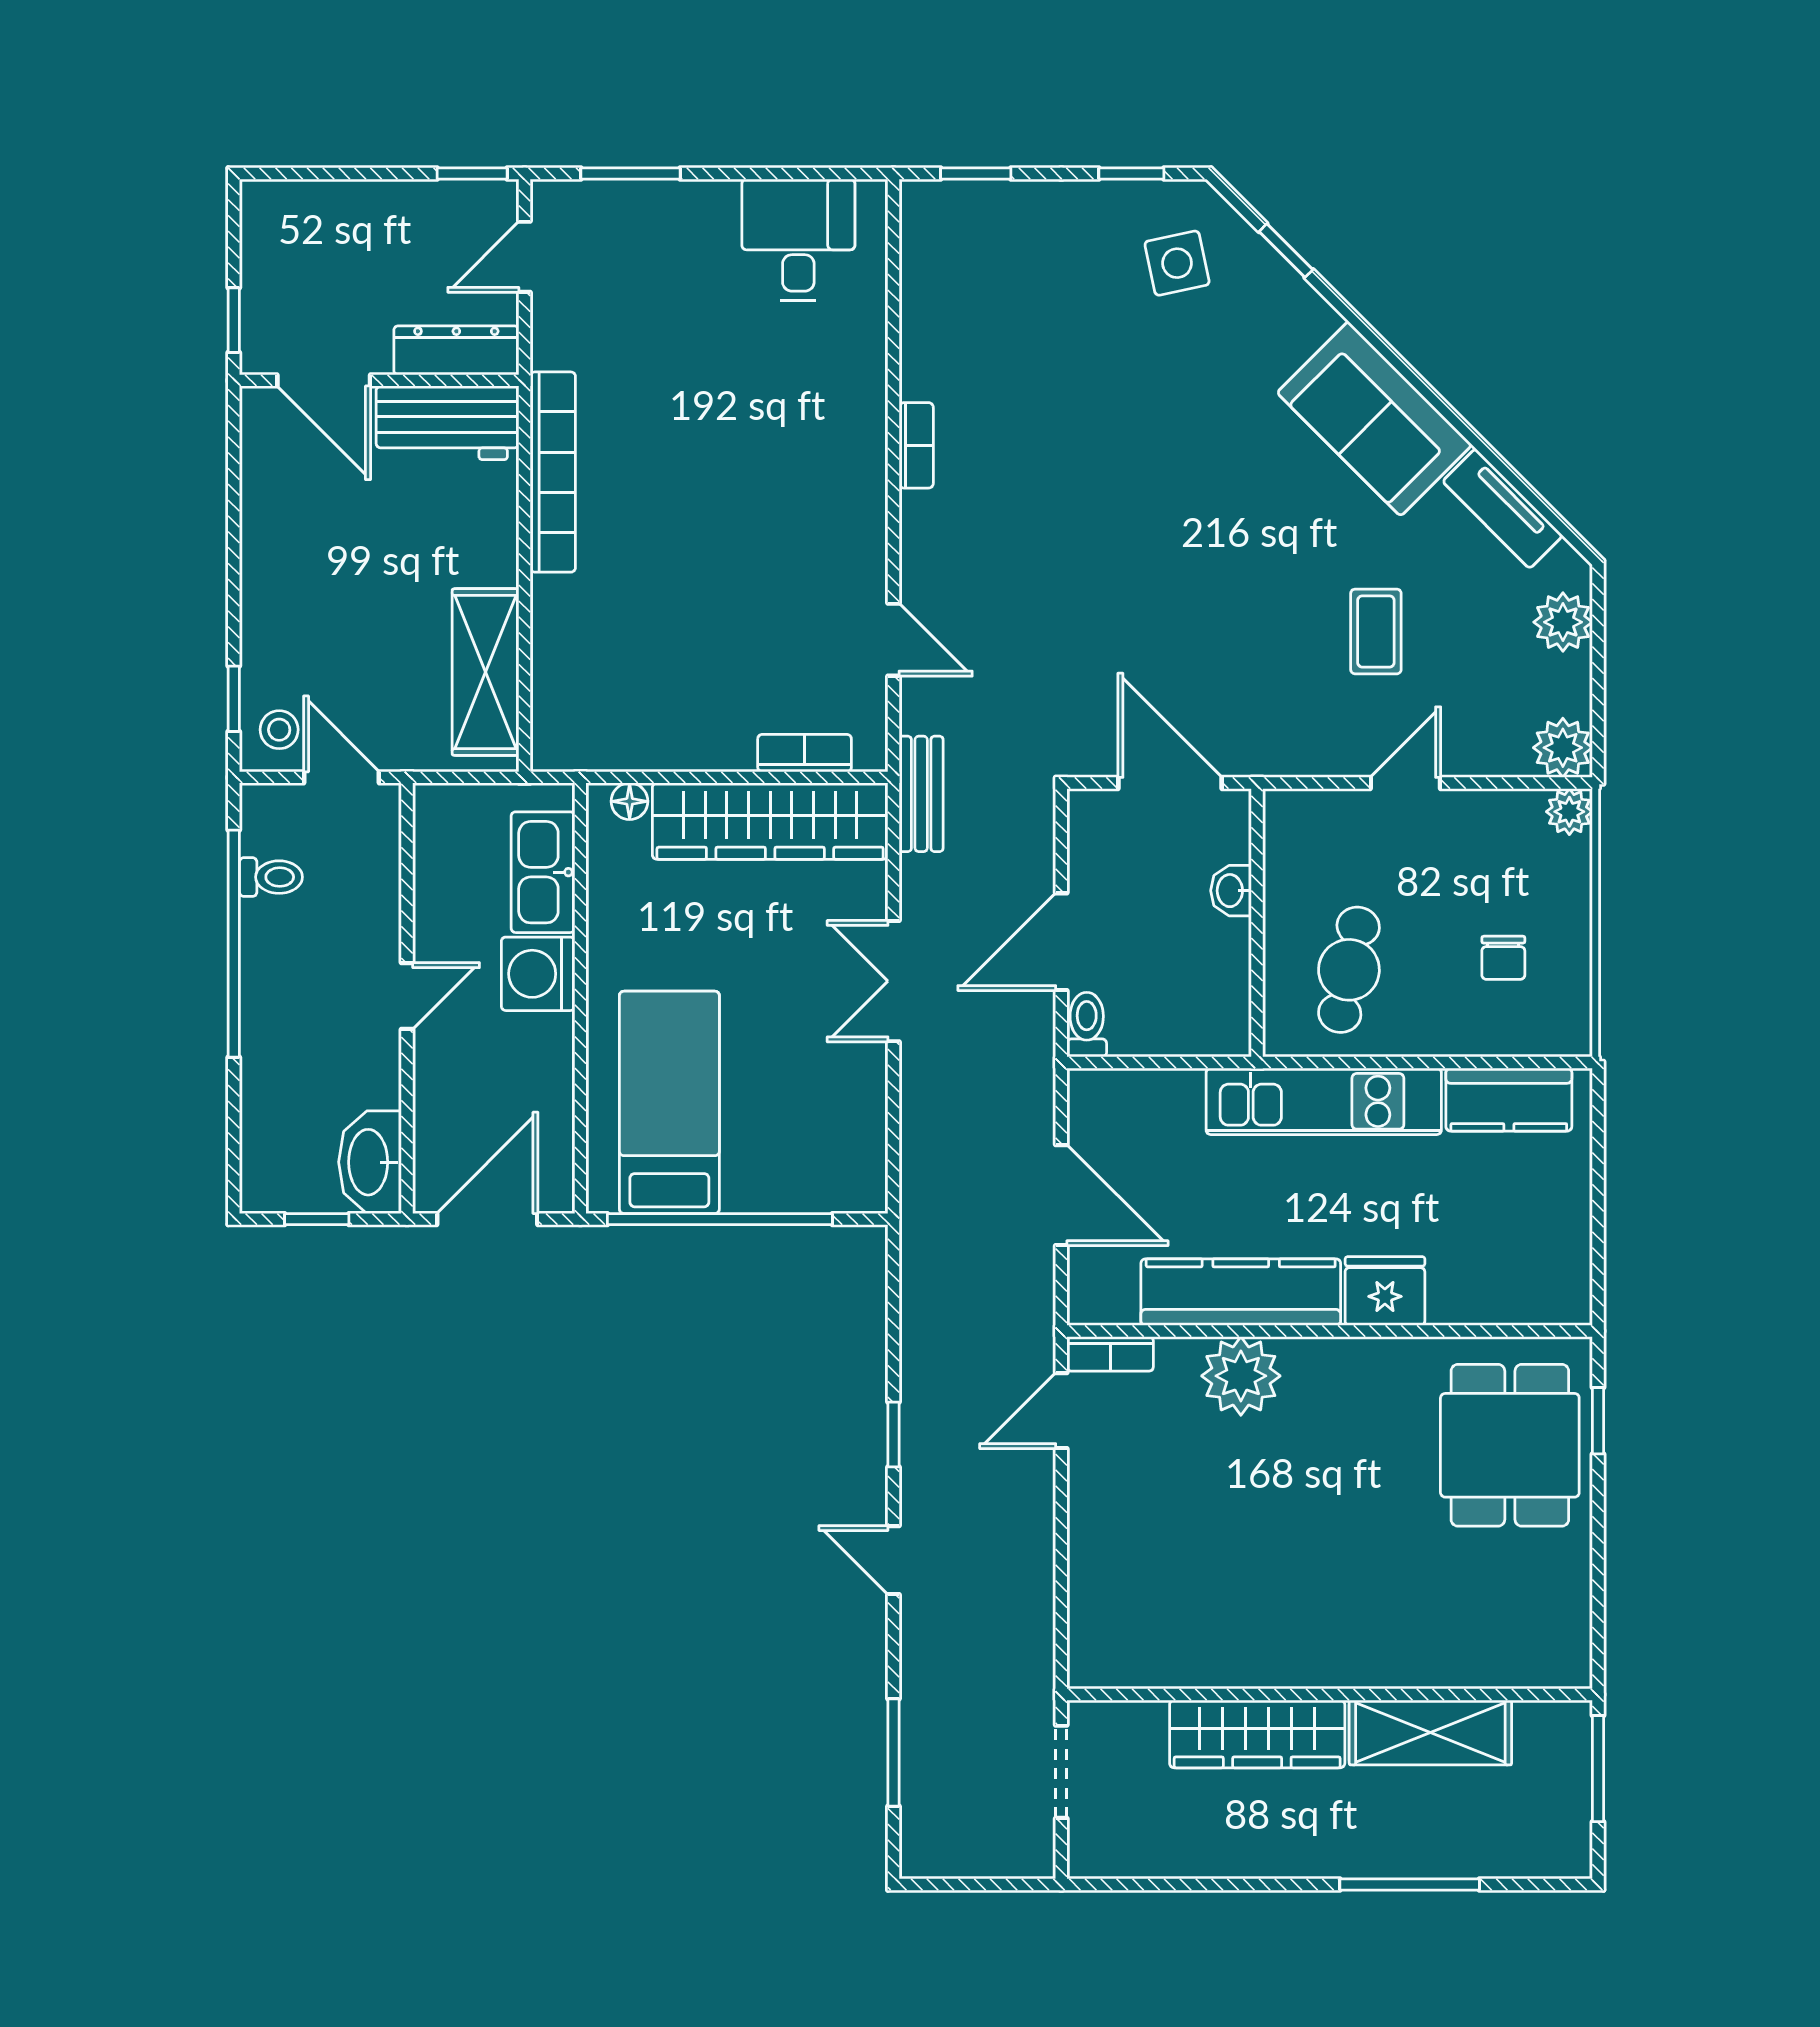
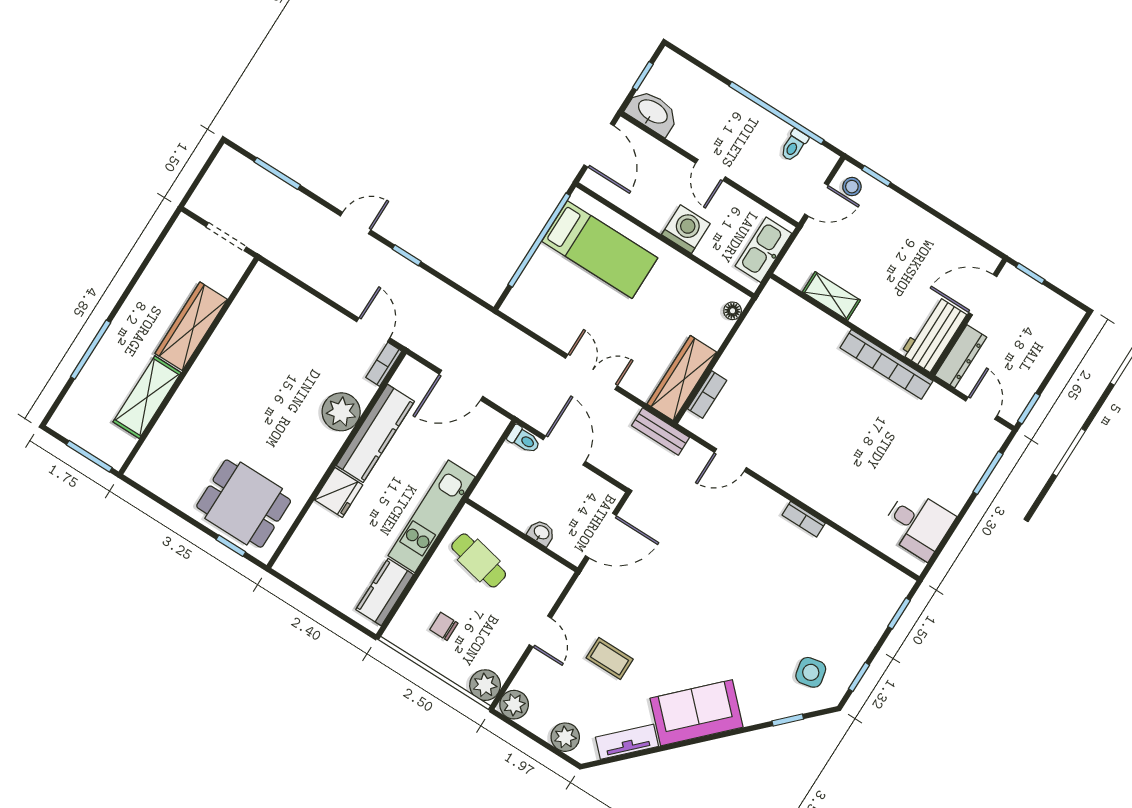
shelving: (486, 672) -> (831, 296), width x0.67, depth x0.75
plant: (1569, 812) -> (485, 685), width x1.38, depth x1.38
wardrobe: (770, 821) -> (682, 378), width x0.71, depth x0.85
kitchen sink: (543, 872) -> (763, 250), moved, turned -90

